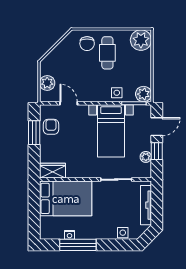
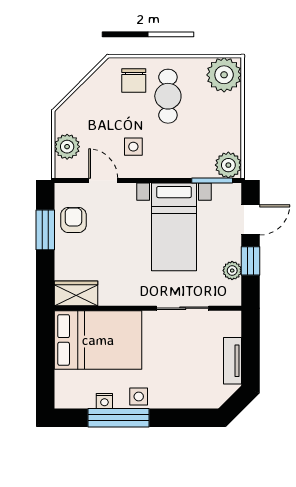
side table: (117, 93) -> (133, 147), moved
tv unit: (146, 205) -> (233, 361), width x0.71
side table: (123, 233) -> (139, 396), moved

